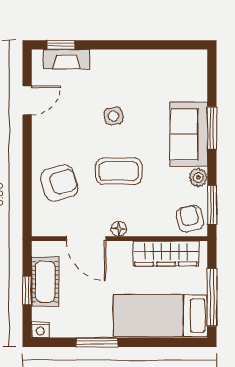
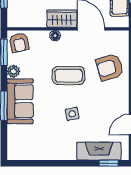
fireplace: (66, 59) -> (99, 151), width x1.37, depth x1.32
floor lamp: (119, 229) -> (55, 36), moved
wardrobe: (166, 253) -> (62, 19), moved, width x0.67

